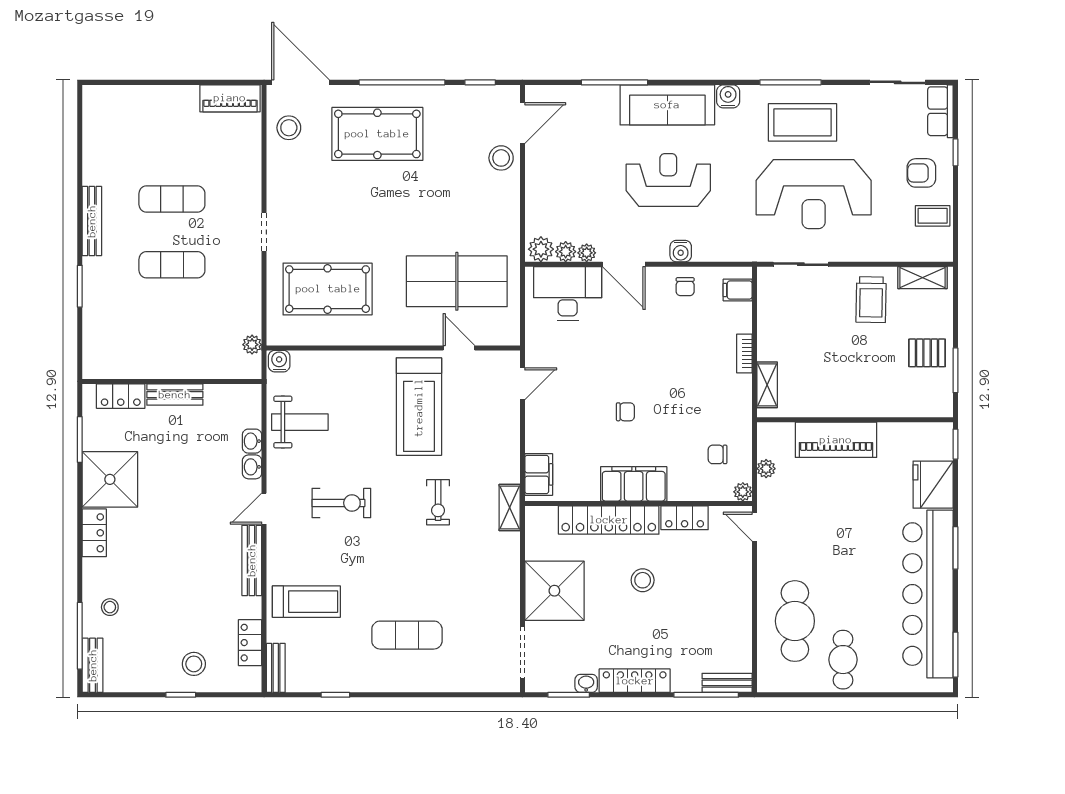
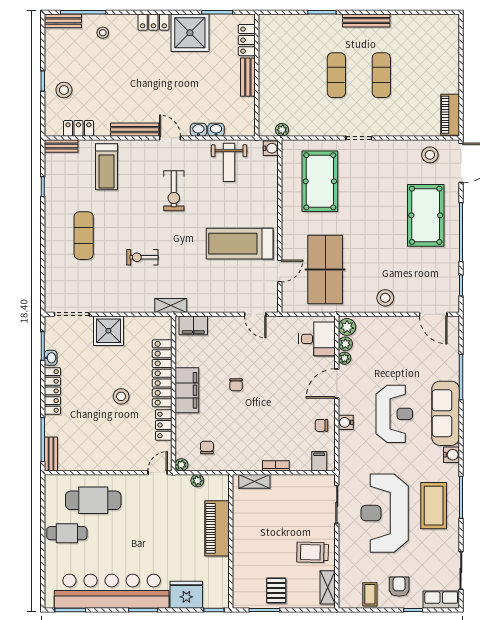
stool: (501, 158) -> (385, 298), moved
desk: (568, 293) -> (317, 339), width x0.73
exercise bike: (438, 502) -> (142, 257), moved
shower: (554, 591) -> (108, 331), width x0.73, depth x0.73

